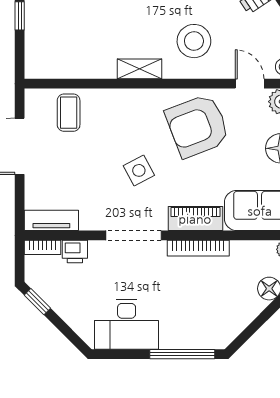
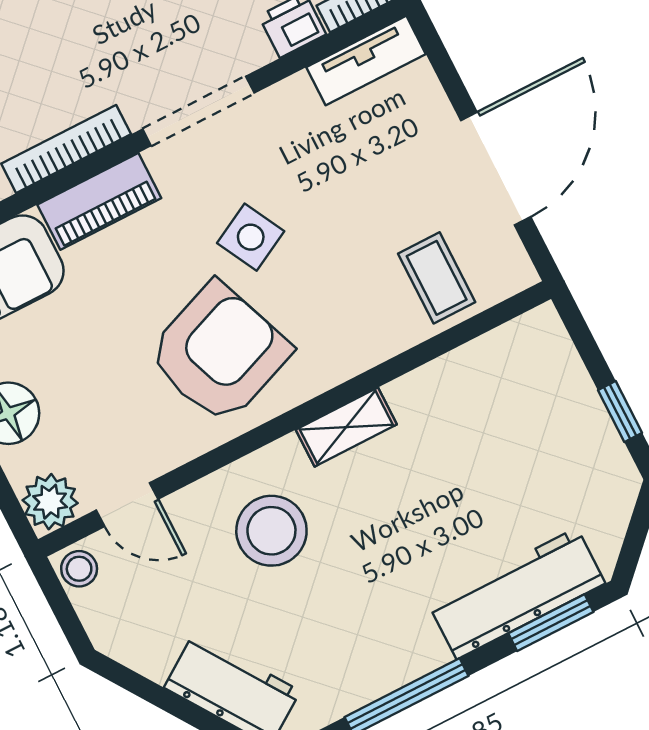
armchair: (197, 126) -> (219, 353), moved

